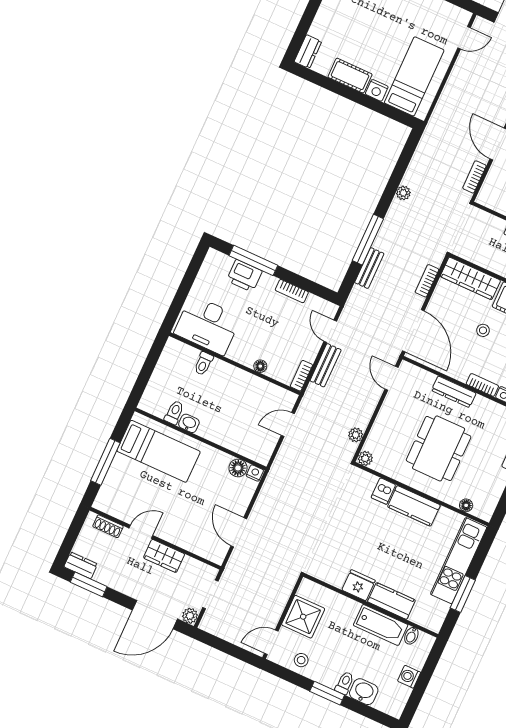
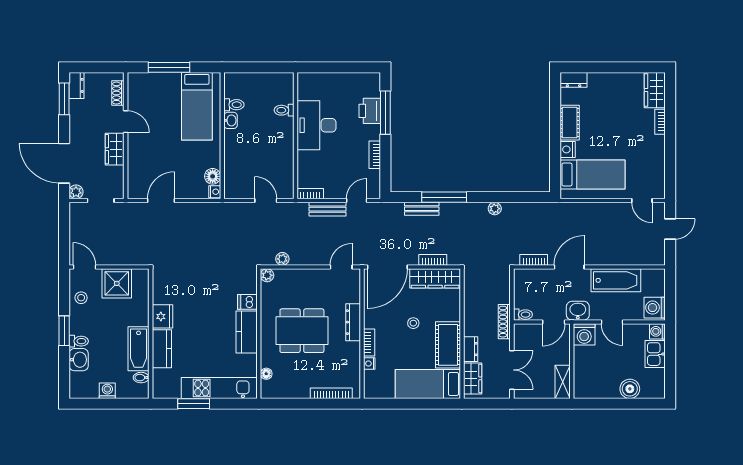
wardrobe: (470, 278) -> (435, 278), moved, turned -90
desk: (208, 325) -> (317, 125), moved
floor lamp: (260, 366) -> (303, 157), removed

